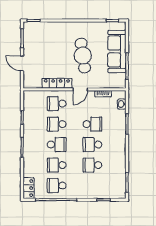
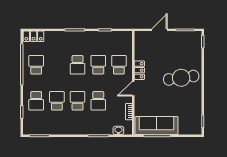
sofa: (117, 51) -> (157, 126), moved
cafe table: (83, 56) -> (181, 78), moved
locker: (57, 83) -> (139, 70), width x0.66
door: (80, 89) -> (133, 89), hinge flipped
school desk: (57, 165) -> (36, 101), moved, turned 180

